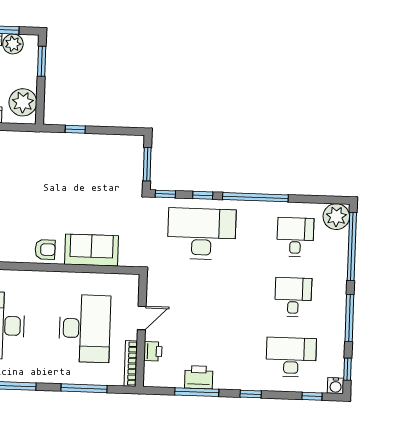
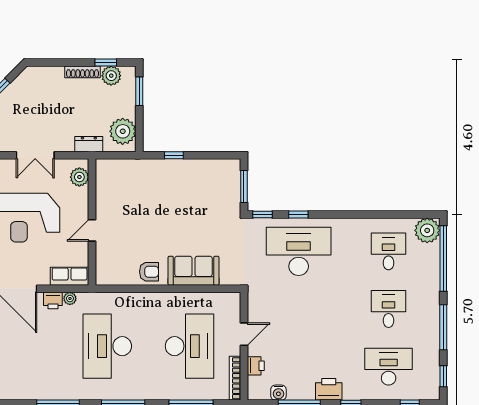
window: (255, 197) -> (349, 214), removed
printer: (199, 377) -> (329, 389), moved
water cooler: (336, 386) -> (278, 393), moved

